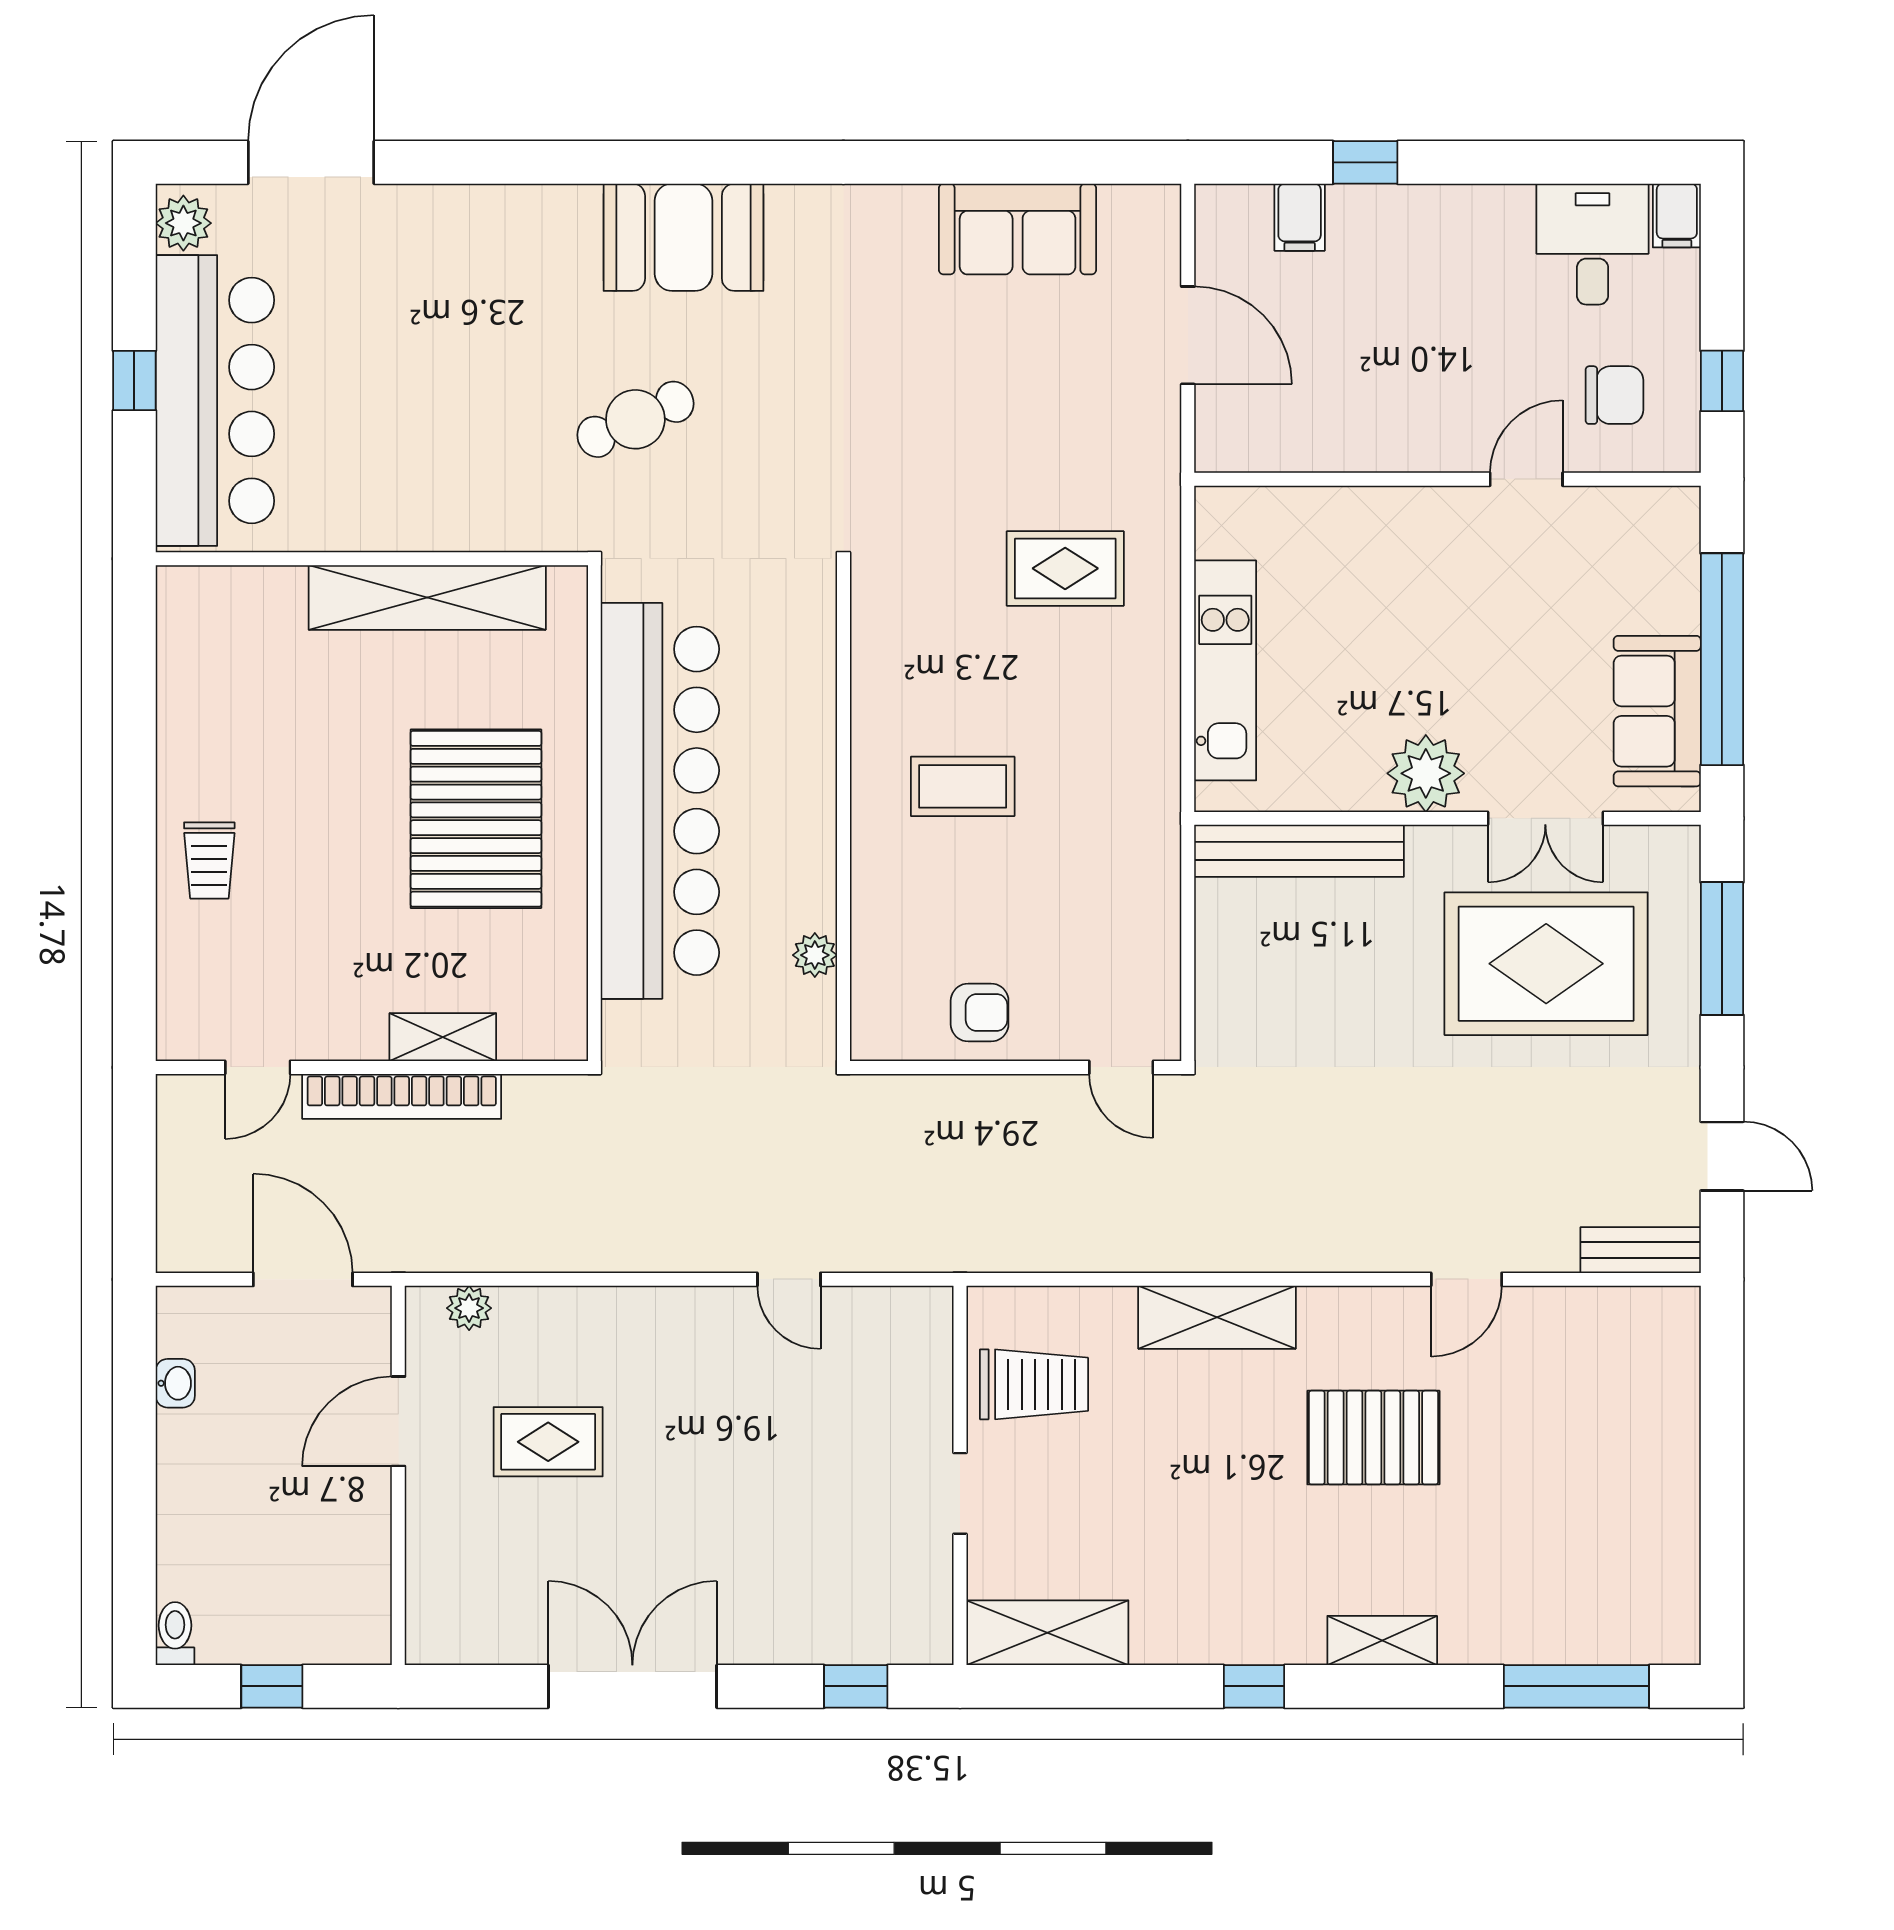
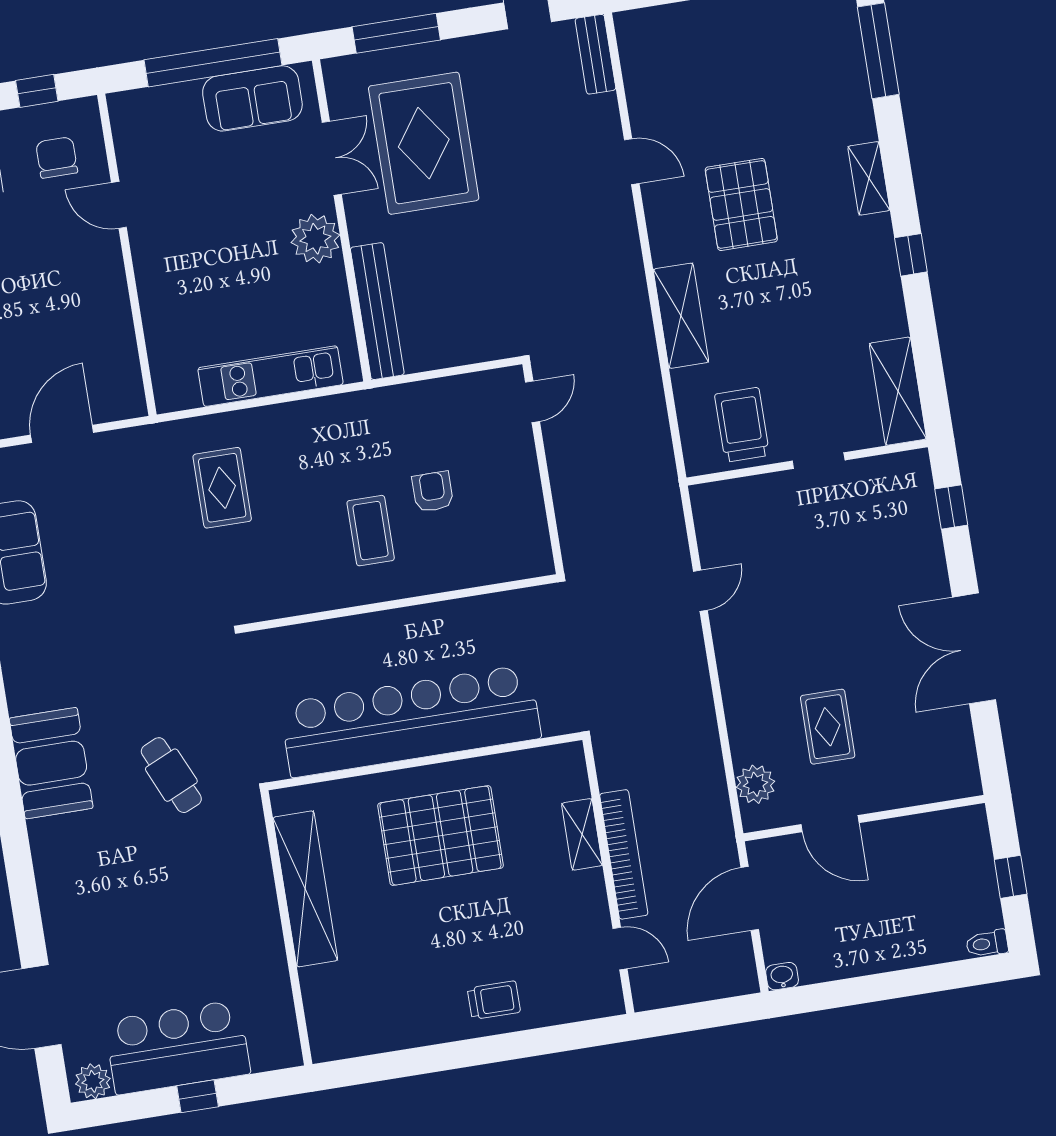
bar counter: (215, 400) -> (177, 1047), width x0.73
plant: (815, 955) -> (492, 607), removed
armchair: (980, 1013) -> (433, 492), moved
plant: (469, 1308) -> (755, 784), width x1.38, depth x1.38
washbasin: (175, 1383) -> (782, 976), moved

